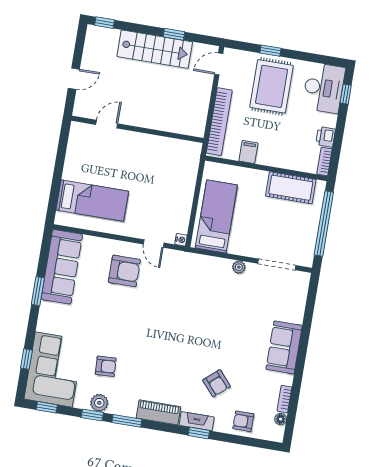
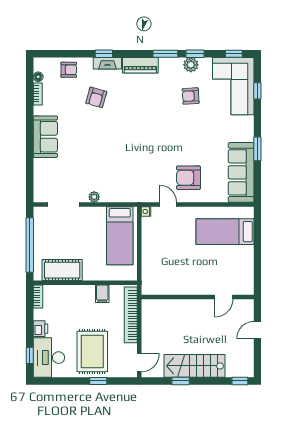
printer: (325, 137) -> (40, 329), moved
armchair: (217, 383) -> (96, 97), turned -123

